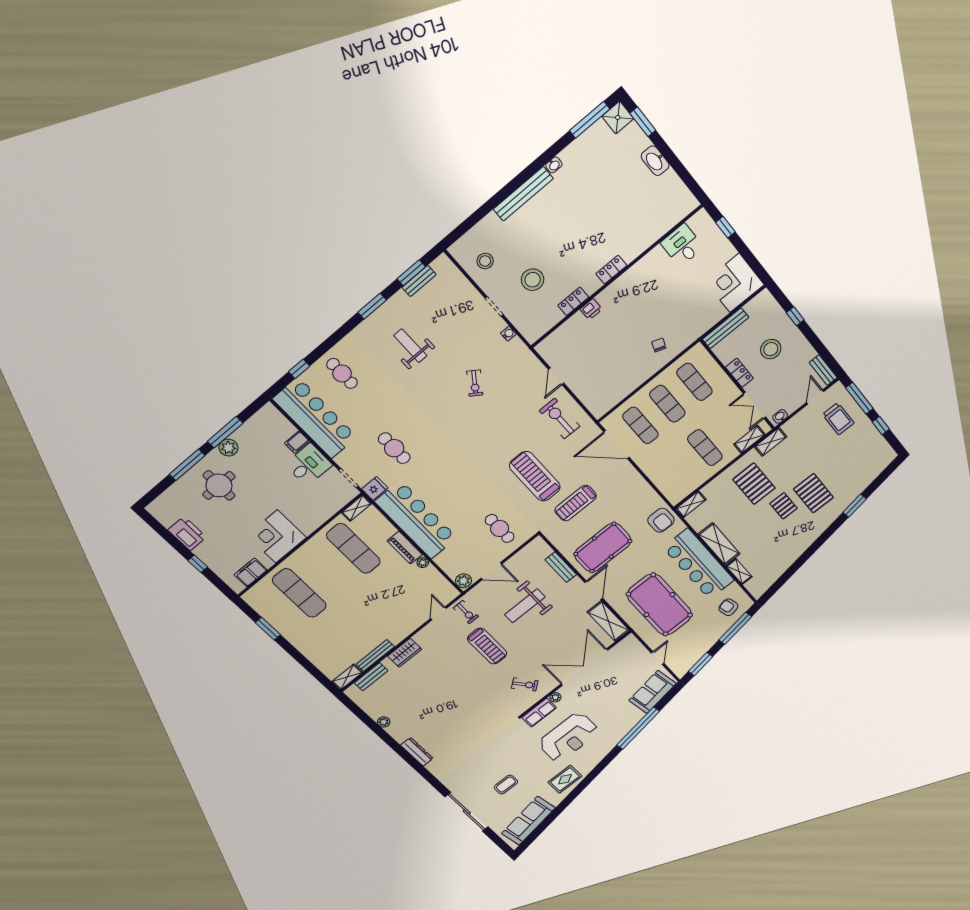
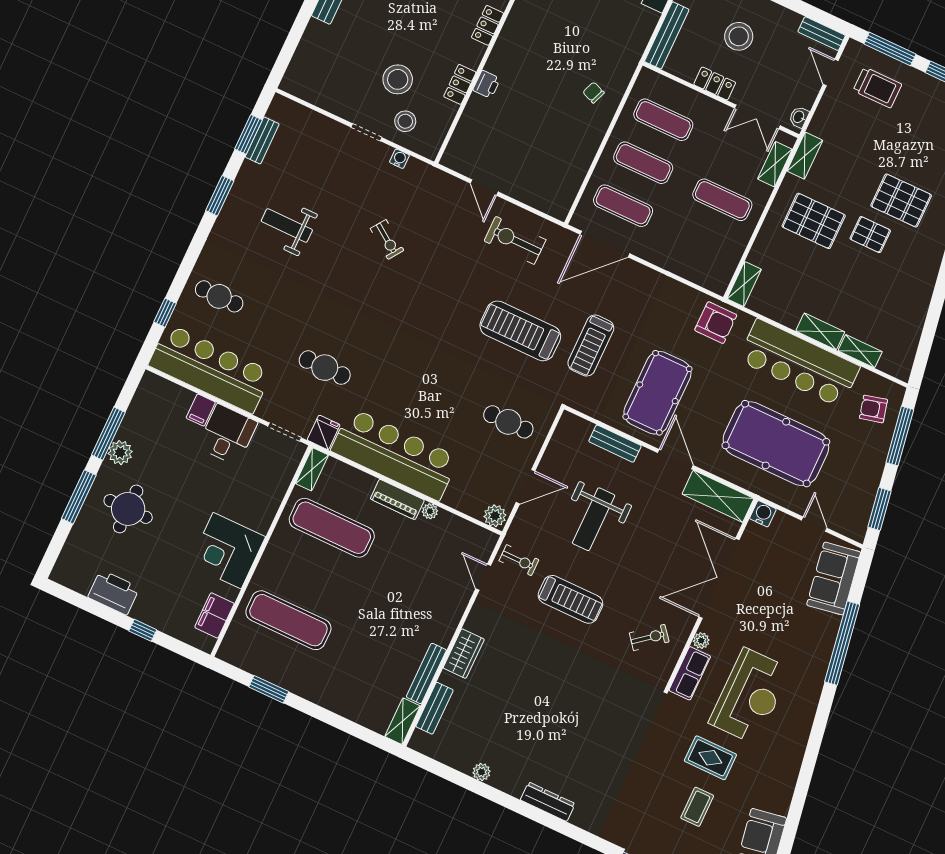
stool: (485, 261) -> (405, 121), moved
shelving: (719, 544) -> (820, 331), width x0.67, depth x0.75
water cooler: (630, 641) -> (763, 514), added
rug: (565, 779) -> (710, 758), moved, turned 90

